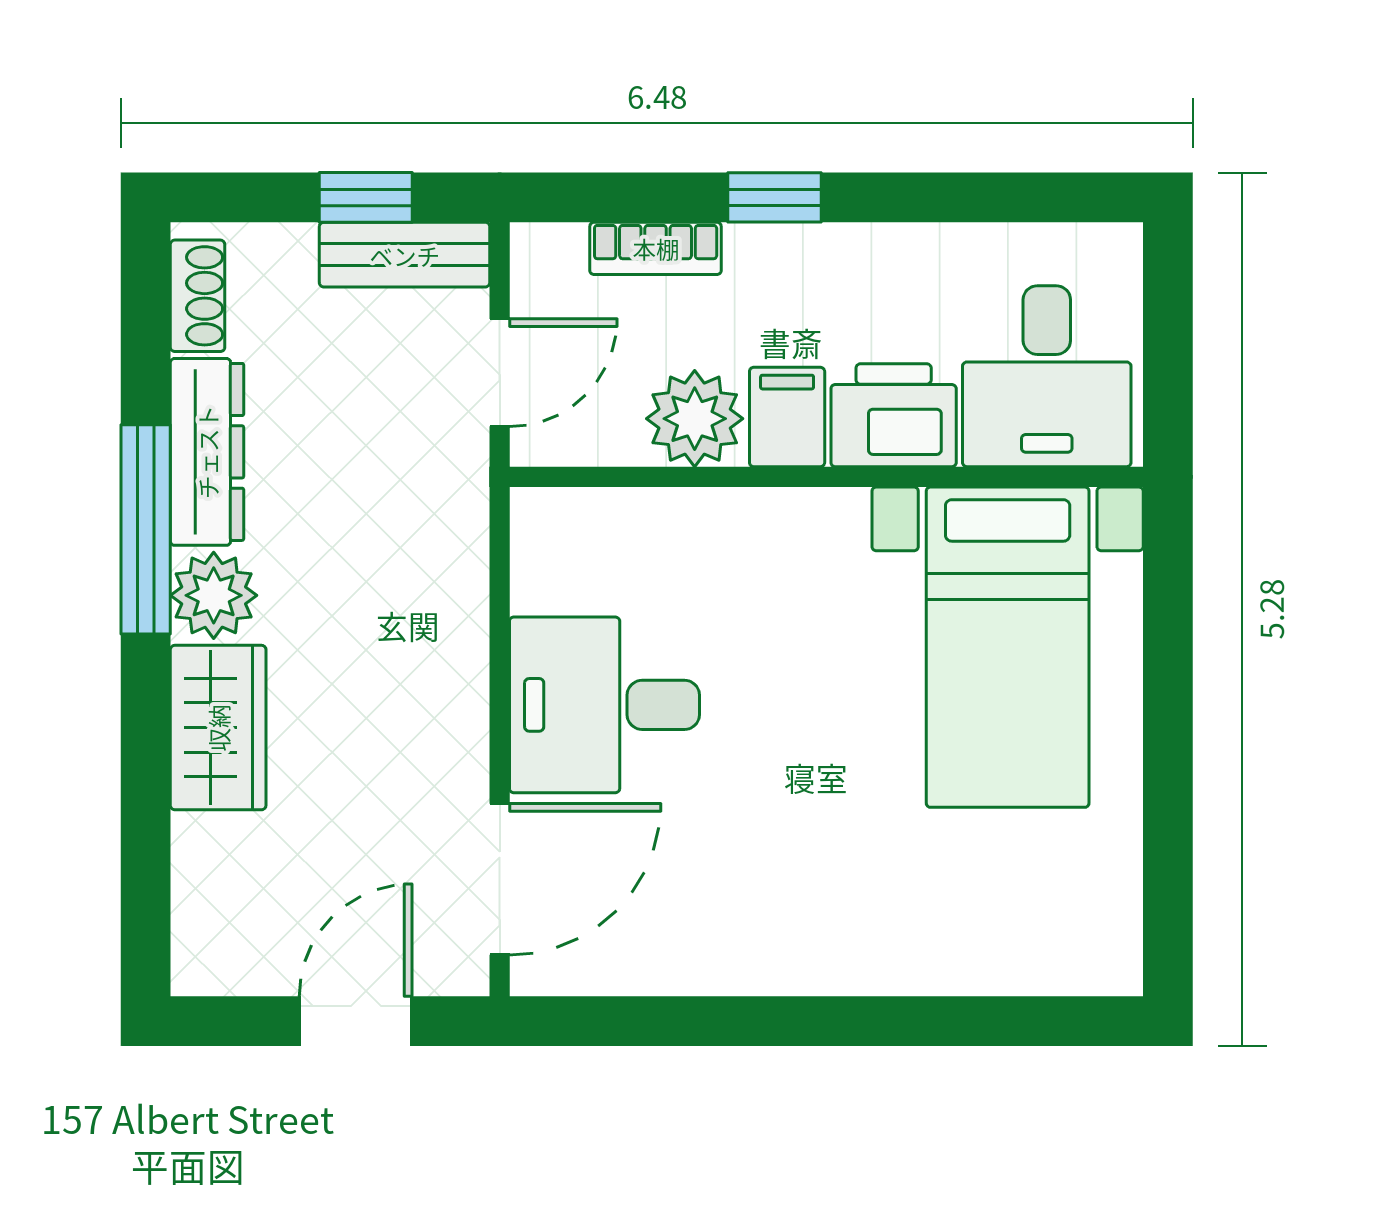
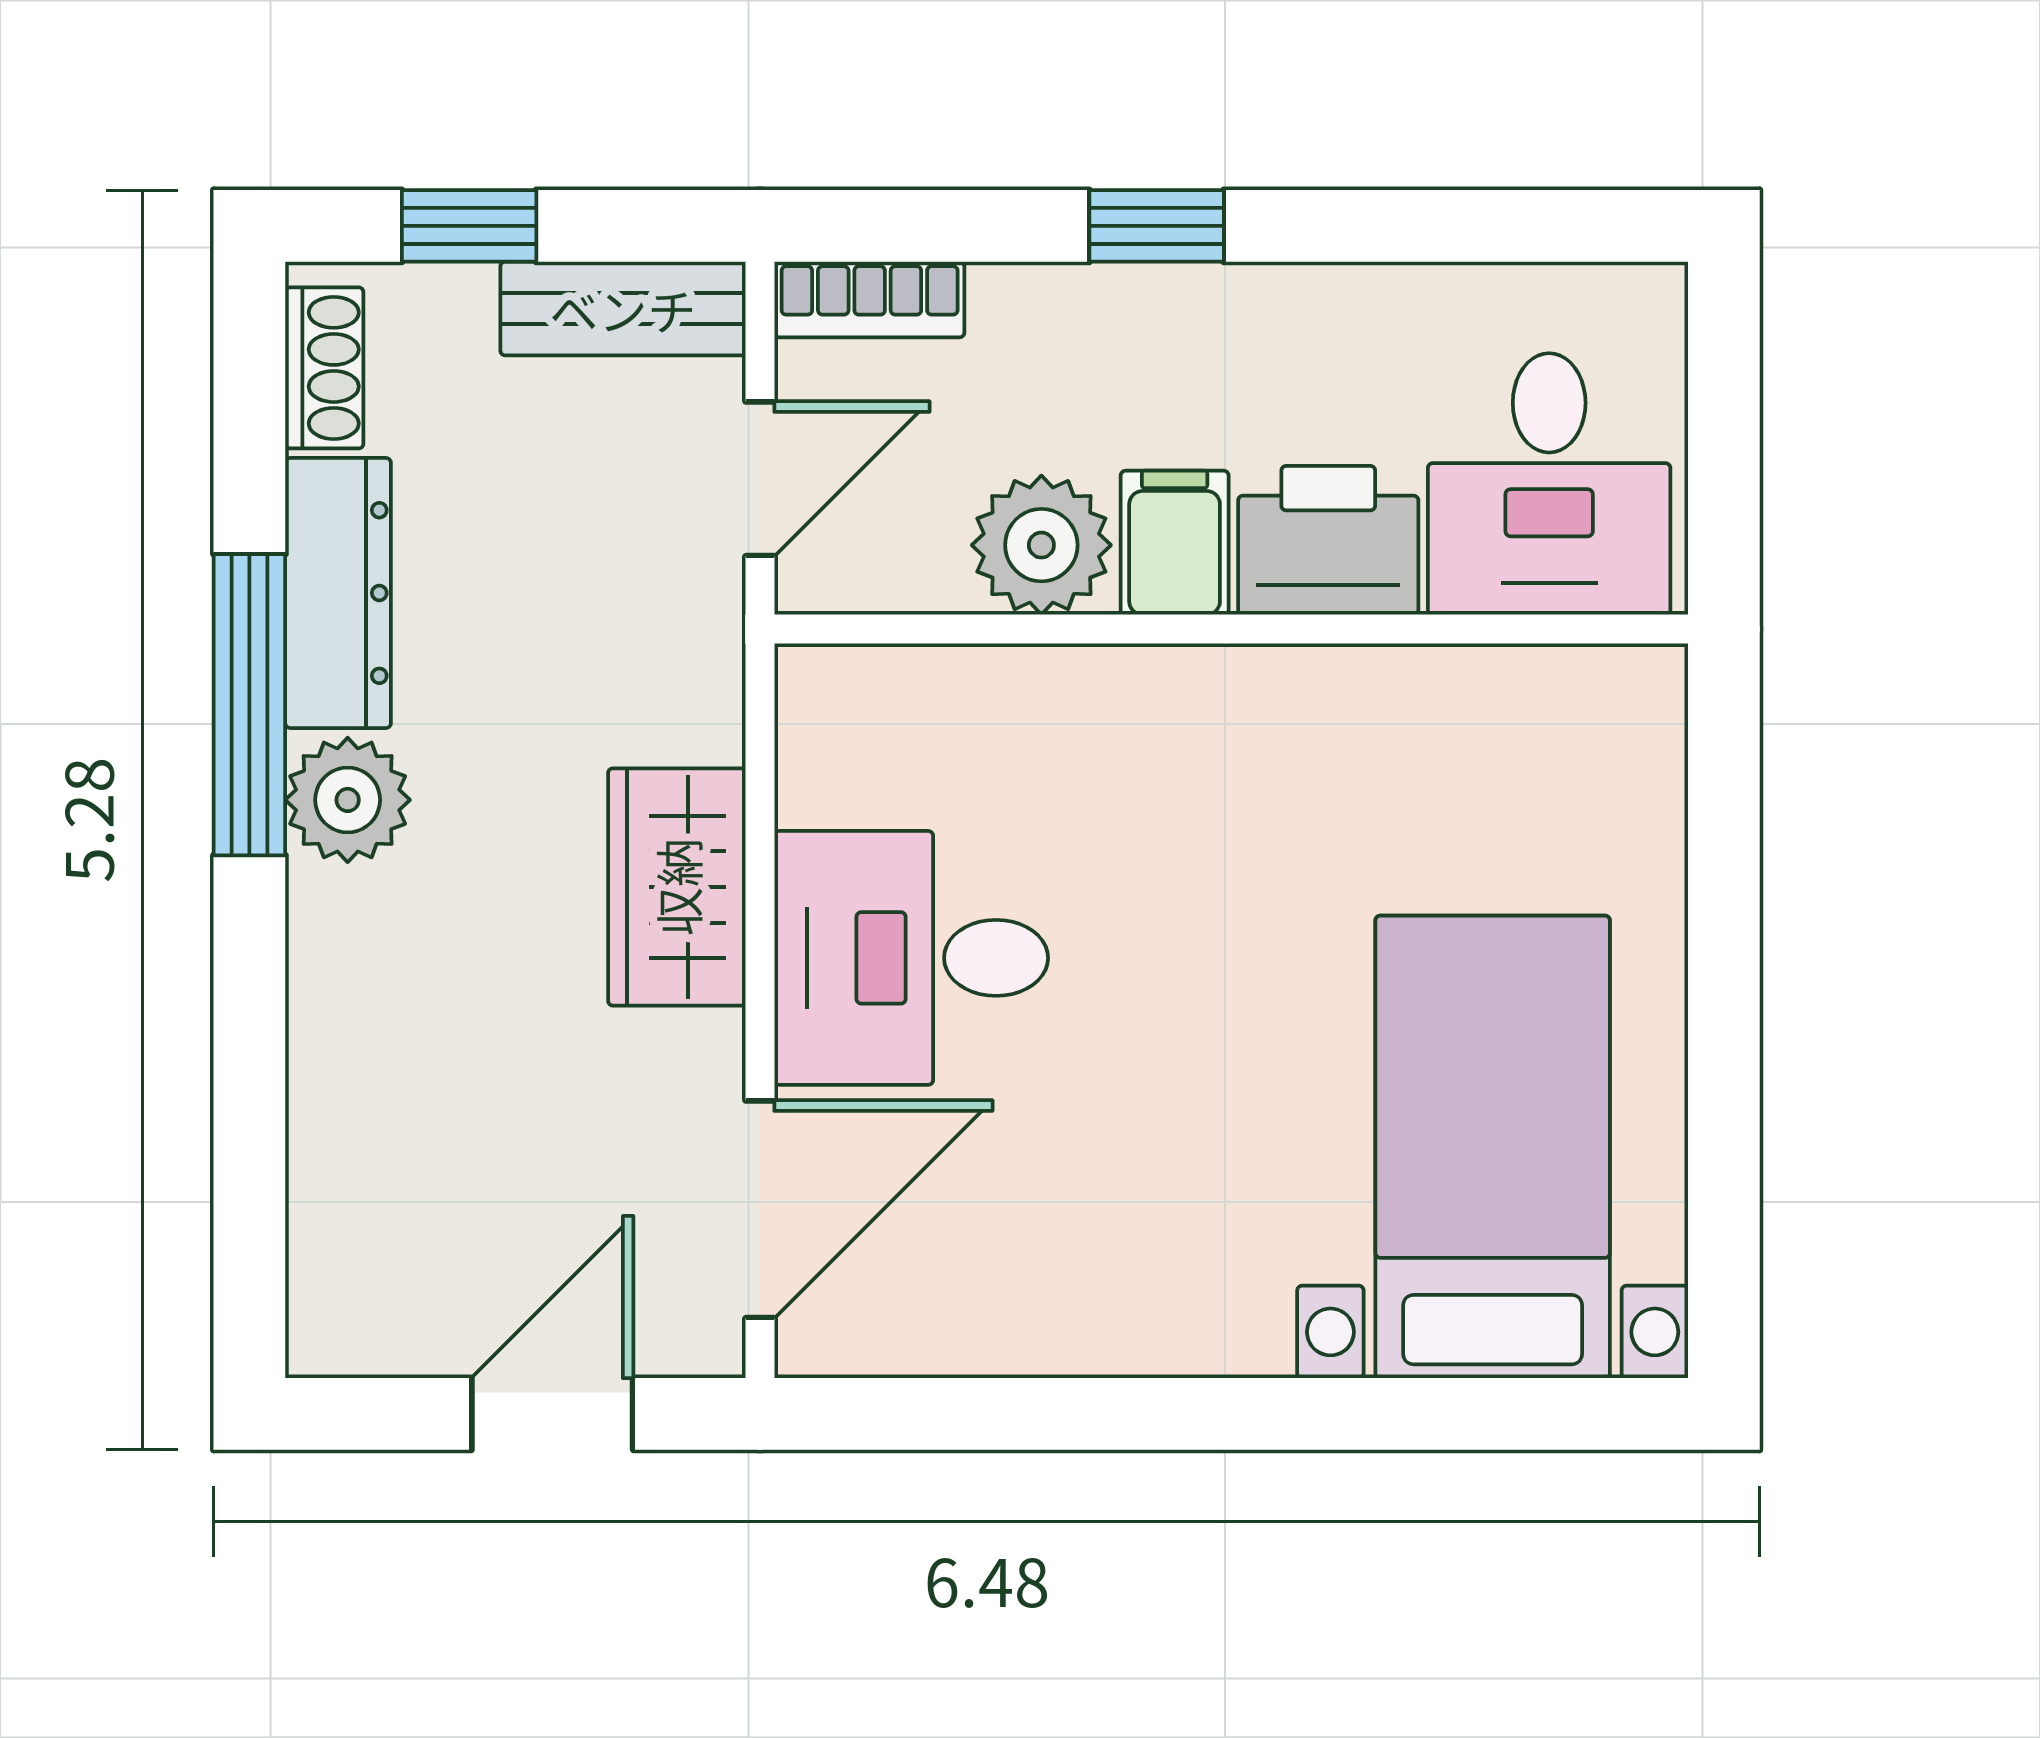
window: (366, 197) -> (469, 226), moved
bookcase: (656, 248) -> (870, 300), moved
bed with nightstands: (1008, 647) -> (1493, 1147), moved, turned 180
wardrobe: (218, 728) -> (677, 887), moved, turned 180

